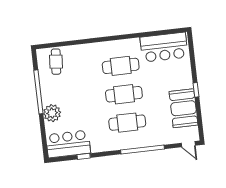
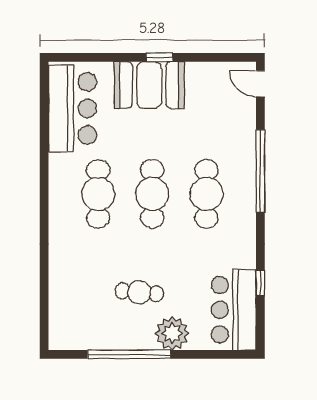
cafe table: (56, 62) -> (139, 292), moved
booth: (183, 108) -> (149, 85), moved
door: (188, 144) -> (260, 84), swing flipped

